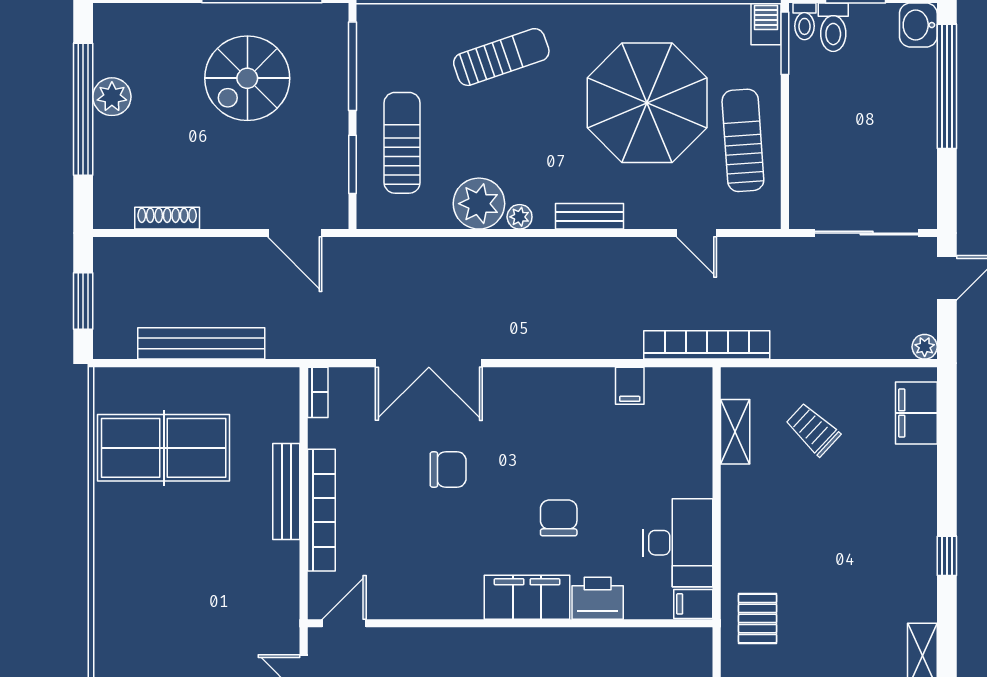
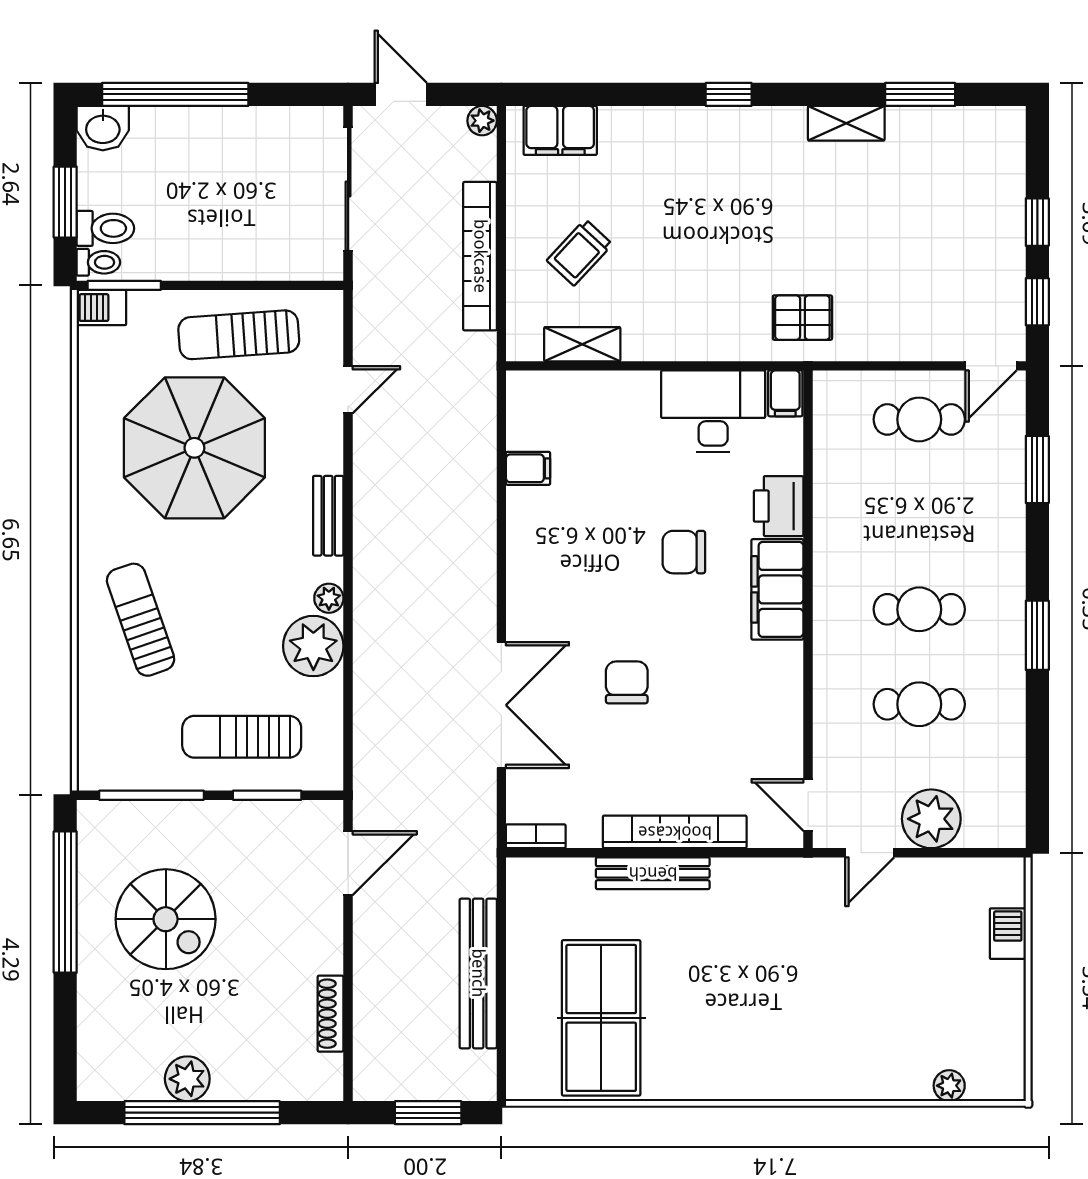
bookcase: (707, 345) -> (480, 256), moved

